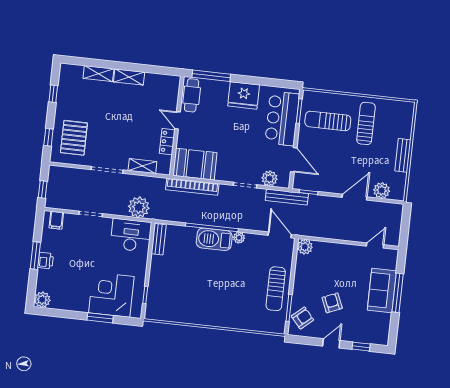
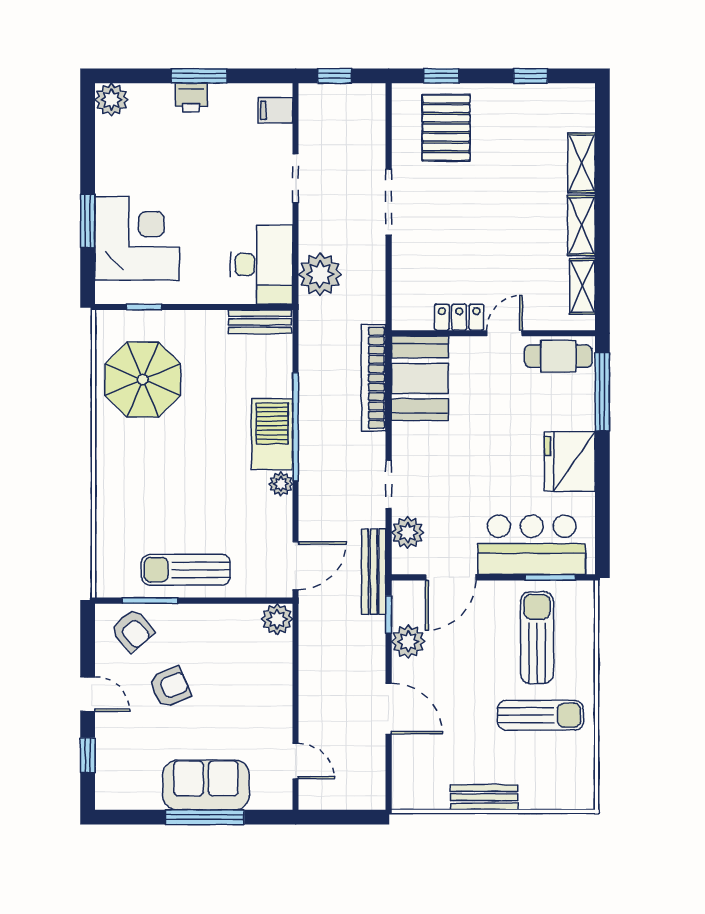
pallet: (74, 138) -> (446, 128), turned 90
shelving: (142, 166) -> (582, 286), moved
plant: (382, 190) -> (408, 641), moved
parasol: (181, 299) -> (143, 380), added

